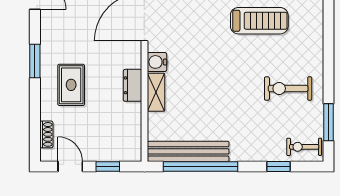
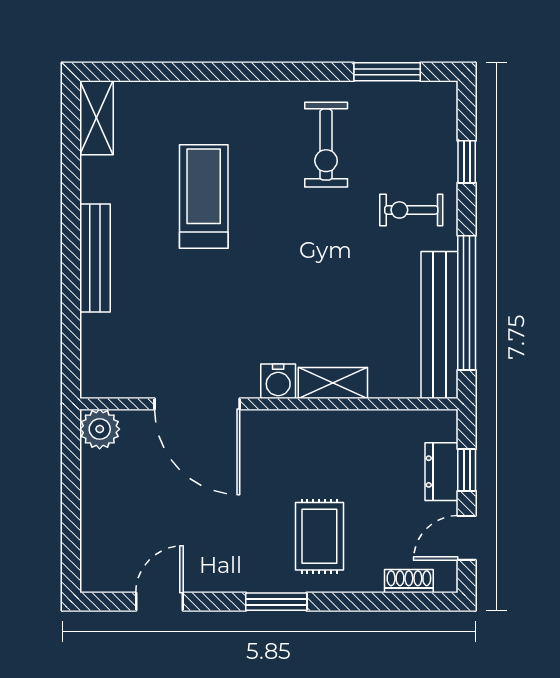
rug: (71, 85) -> (319, 536), turned 90
dresser: (133, 85) -> (441, 472), moved, turned 90
exercise bike: (304, 147) -> (411, 210), moved, turned 90

